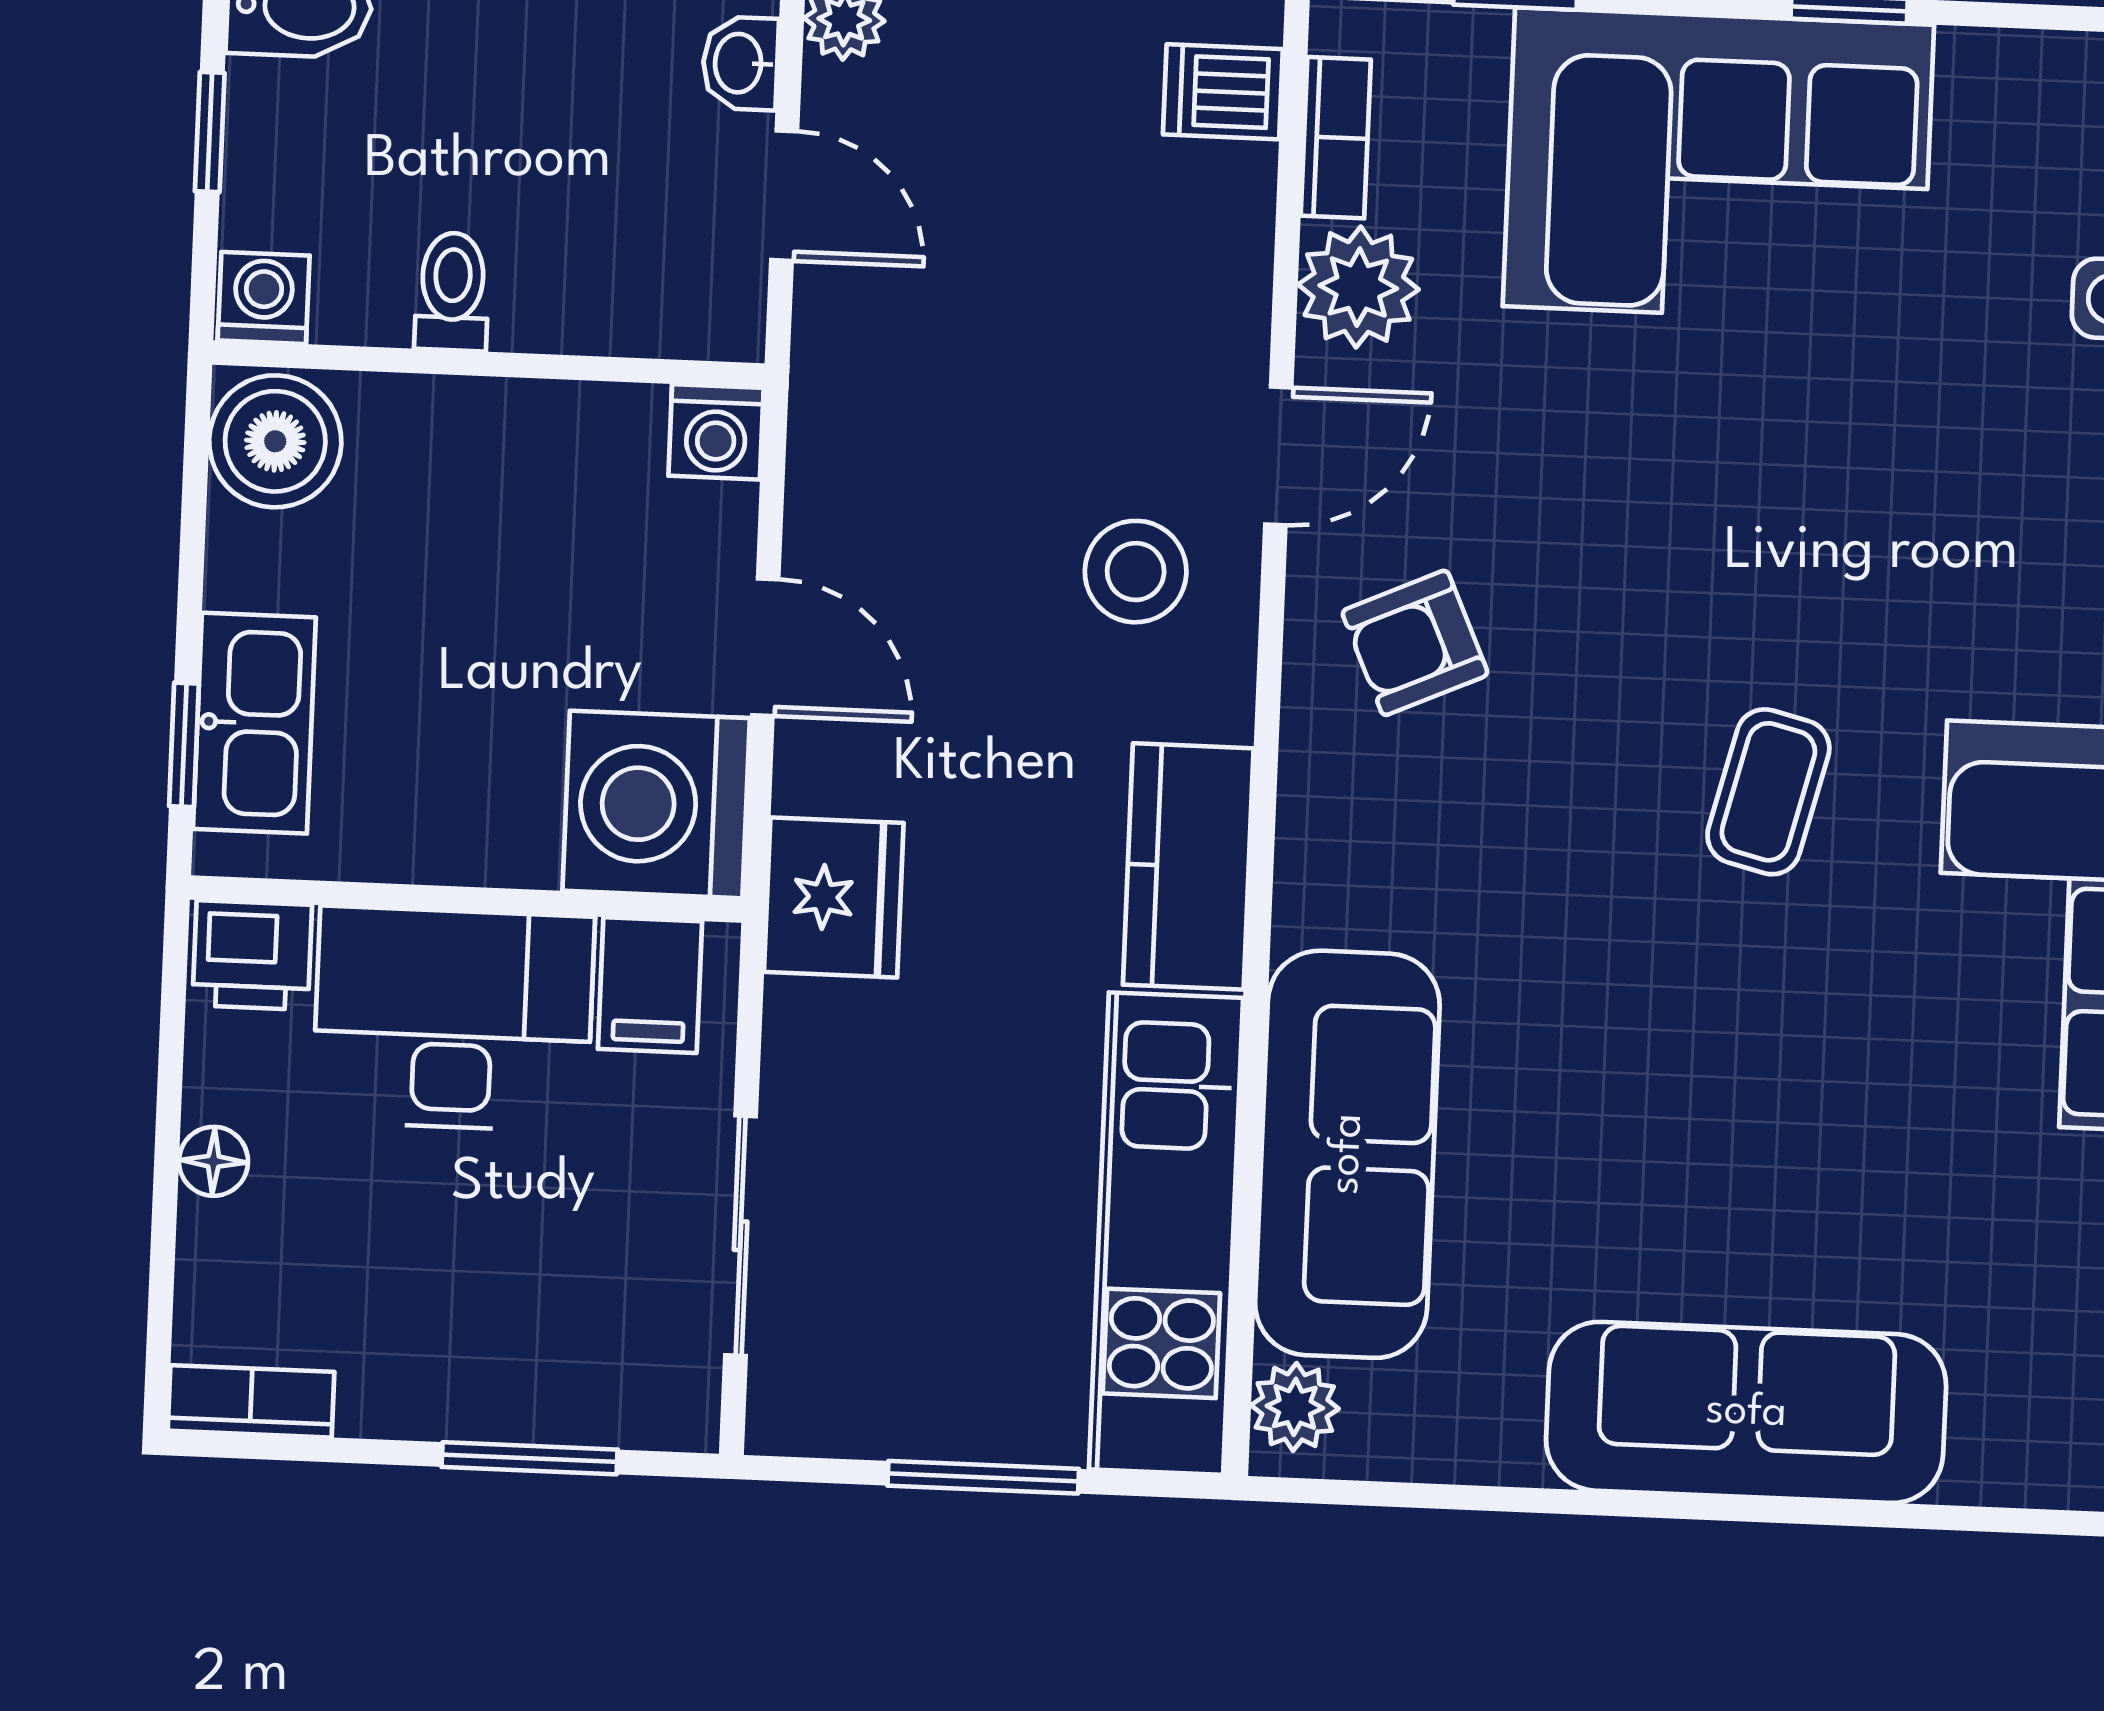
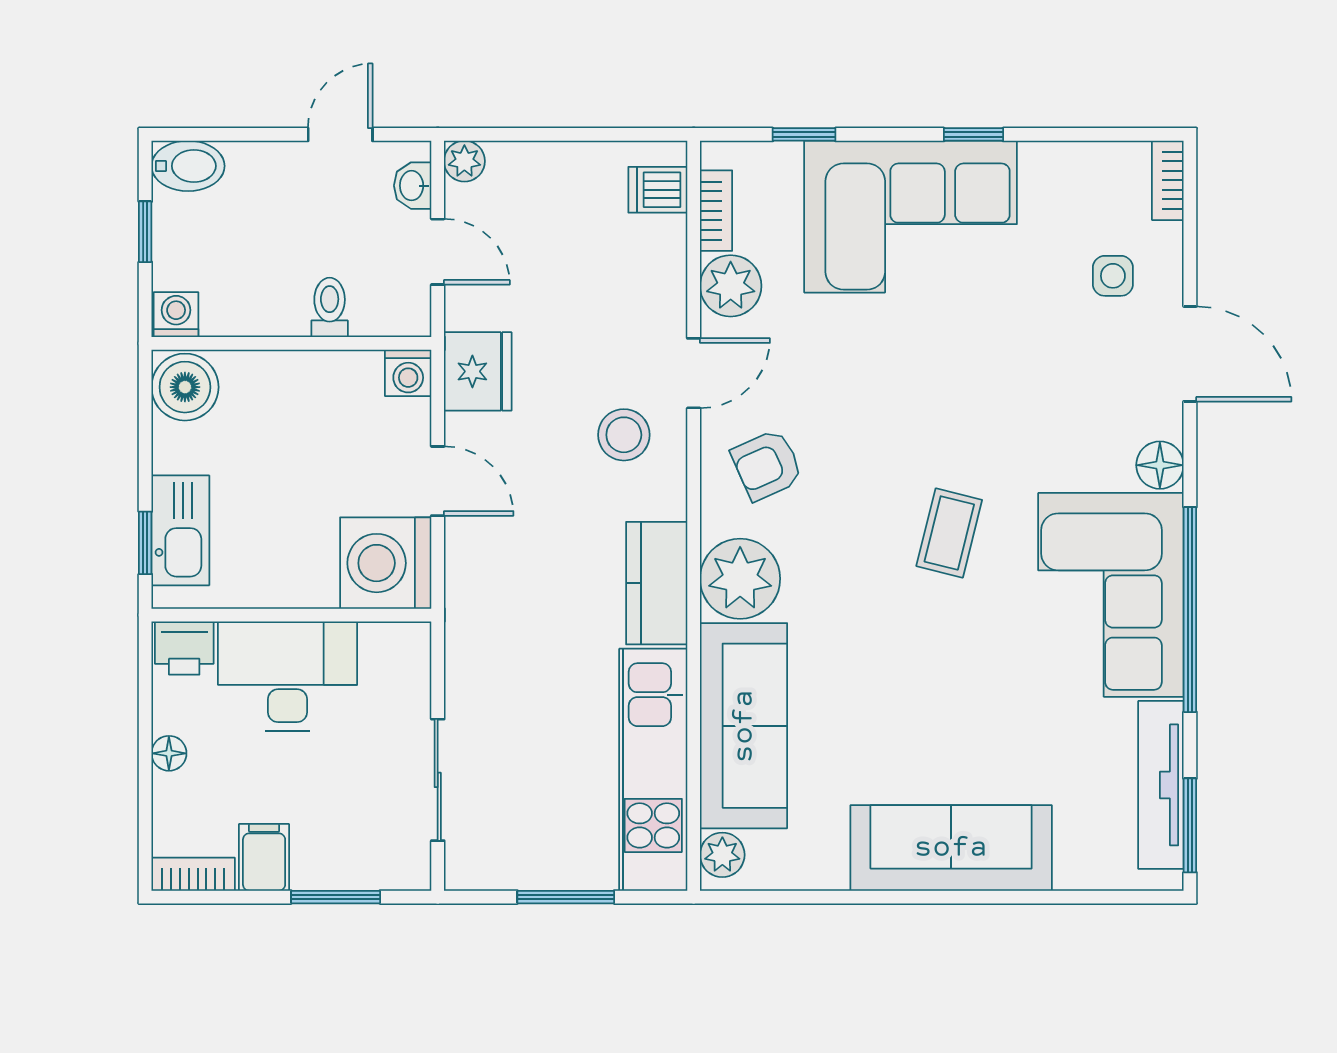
toilet: (452, 292) -> (330, 307), moved
plant: (1353, 865) -> (740, 579), added
fridge: (834, 897) -> (478, 371), moved
filing cabinet: (650, 985) -> (264, 857), moved, turned 180

